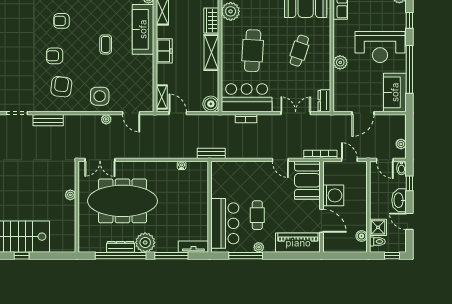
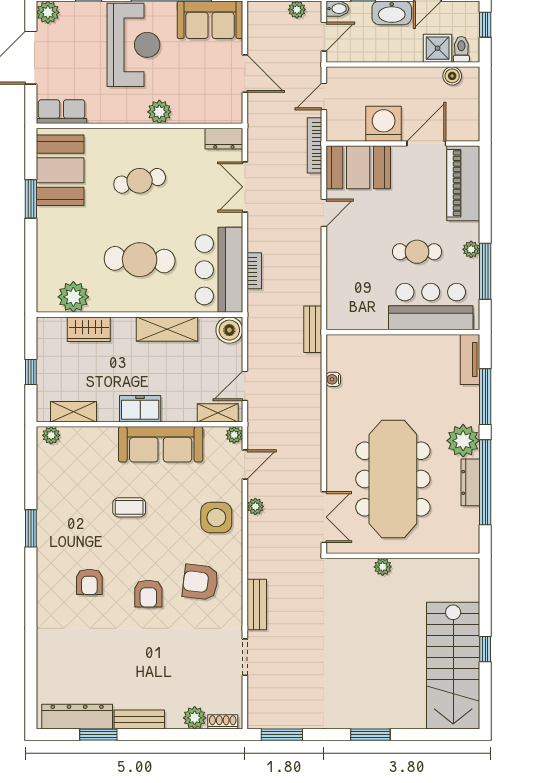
sofa: (143, 29) -> (161, 444), moved
cafe table: (299, 51) -> (140, 181), turned -30
shelving: (211, 52) -> (167, 329), moved
plant: (149, 107) -> (234, 435), added

